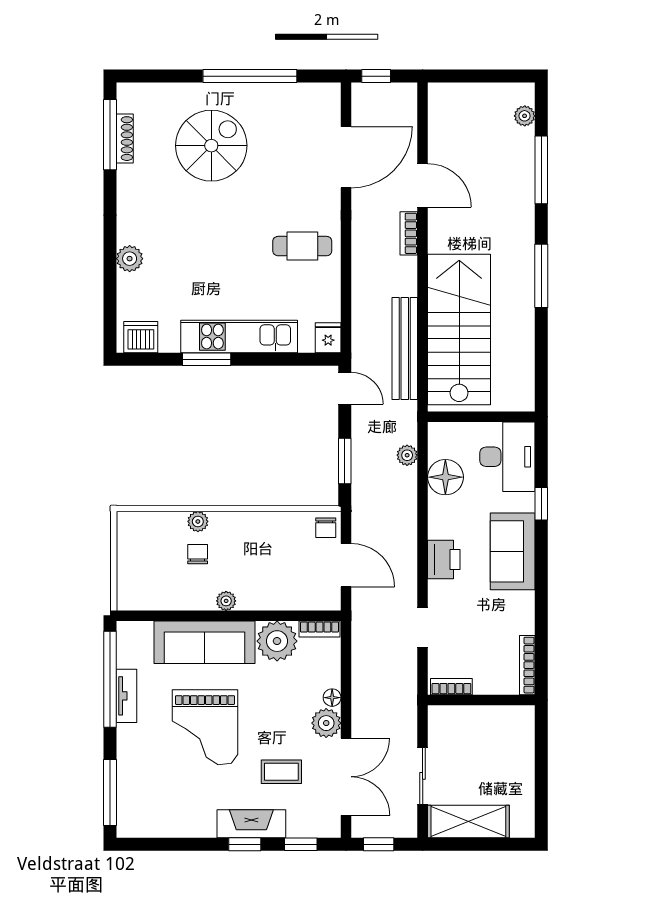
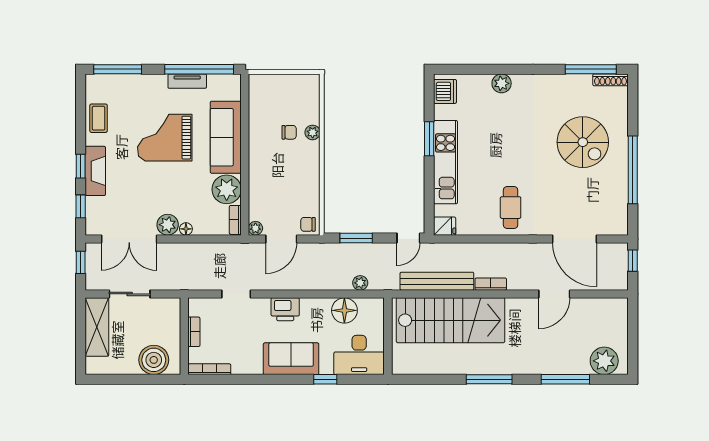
plant: (525, 116) -> (604, 361), width x1.88, depth x1.88
shoe rack: (125, 139) -> (611, 80), moved
bookcase: (409, 233) -> (491, 284), moved
plant: (226, 601) -> (255, 228), moved
bookcase: (451, 687) -> (194, 332), moved
boiler: (514, 742) -> (154, 360), added
coffee table: (281, 772) -> (99, 118), moved

